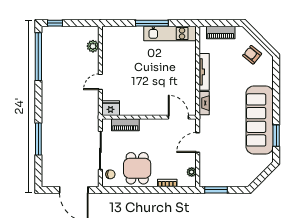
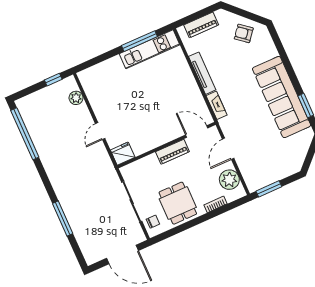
window: (55, 23) -> (53, 80), moved
window: (152, 23) -> (139, 41), moved
piano: (125, 125) -> (172, 152), moved
plant: (192, 172) -> (229, 180), width x1.88, depth x1.88

